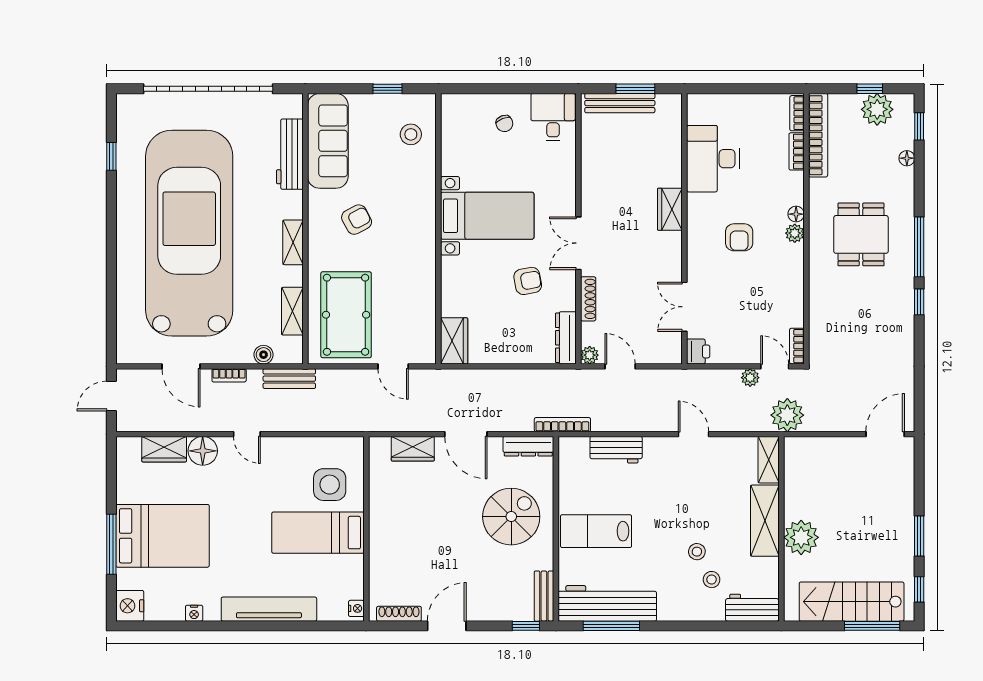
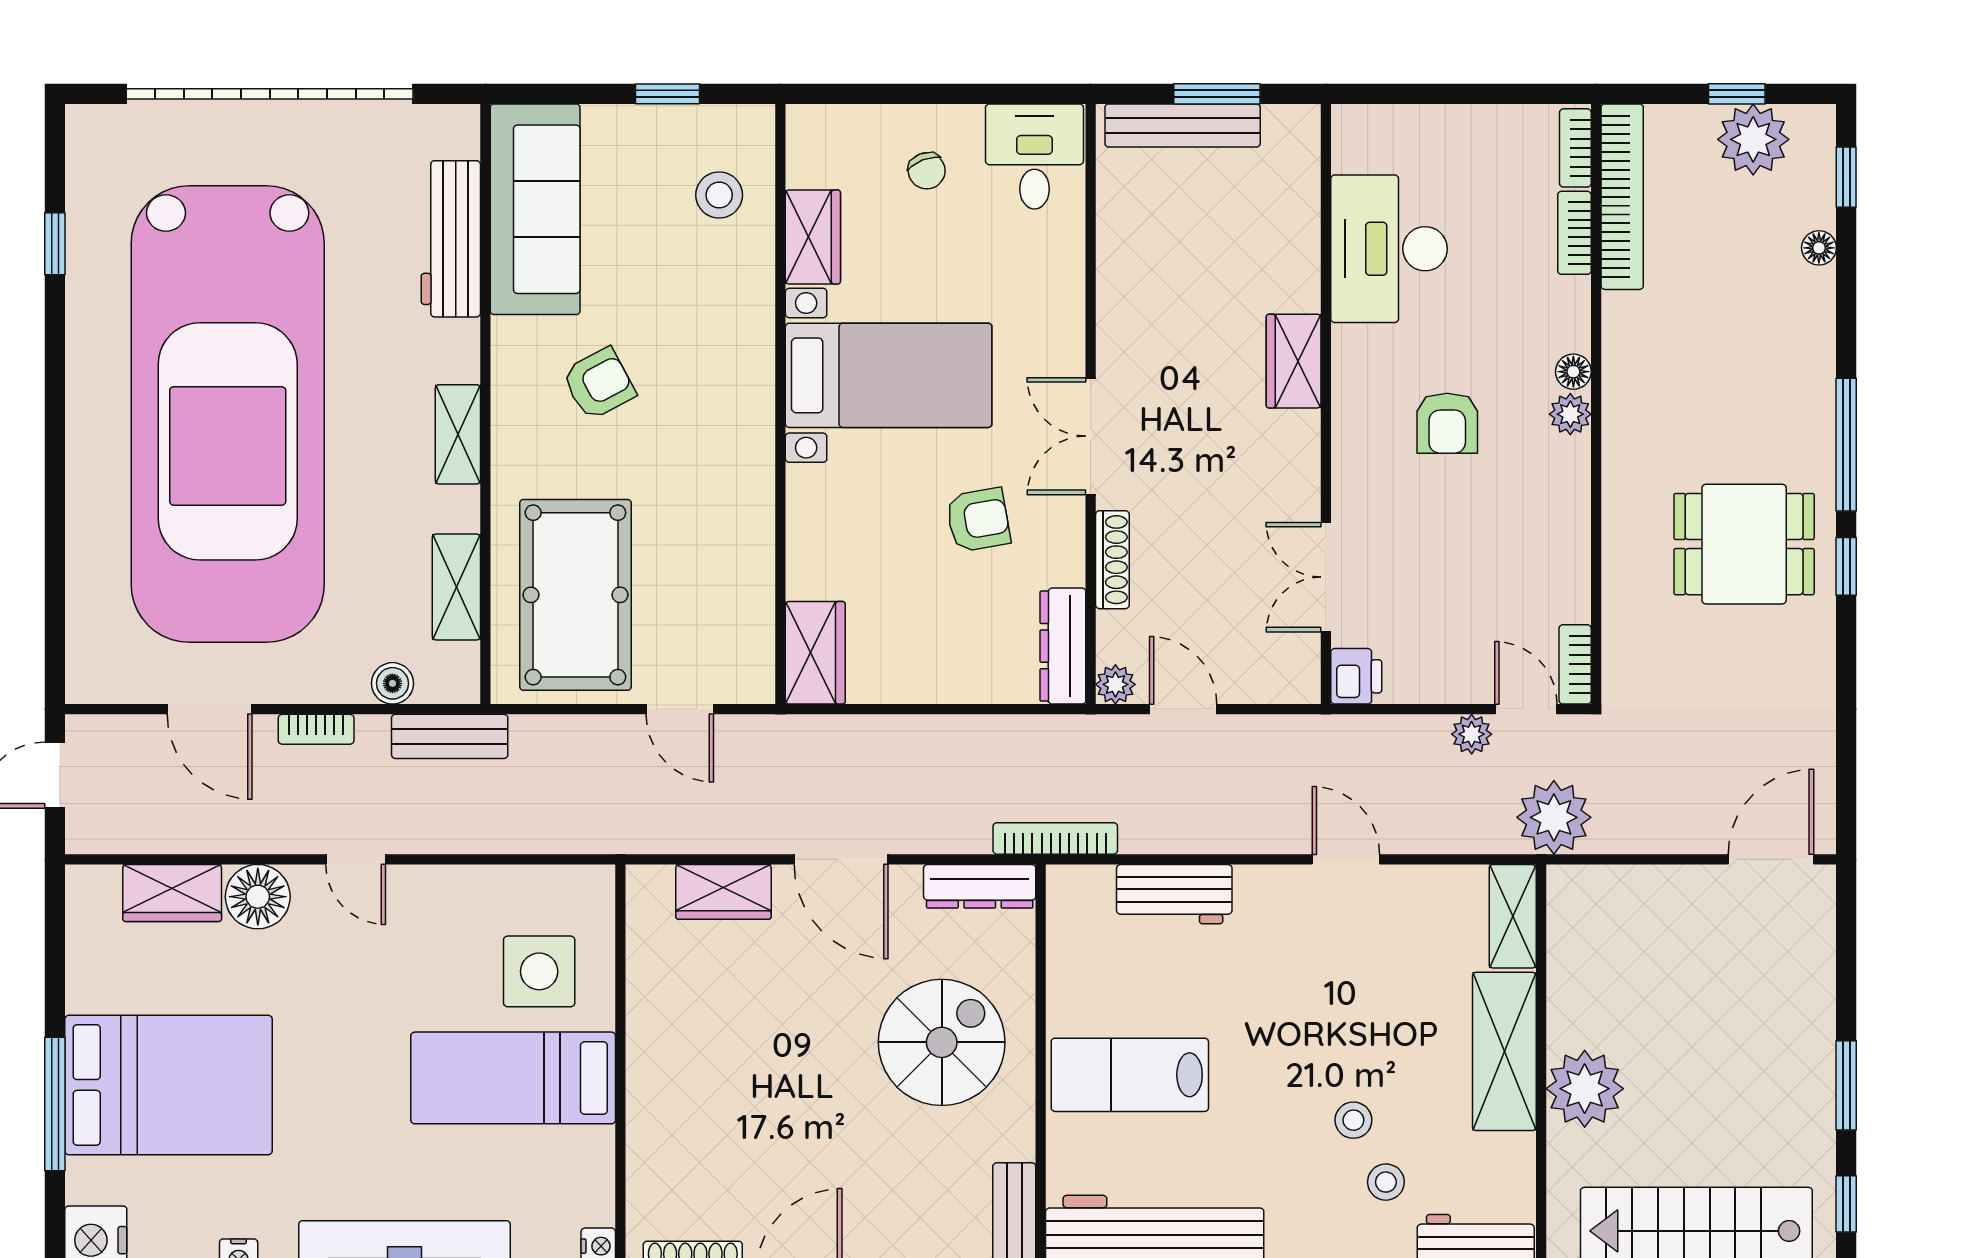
wardrobe: (453, 153) -> (813, 237), added
car: (189, 233) -> (228, 414), turned 180
dining table: (861, 234) -> (1744, 544), moved, turned 90

